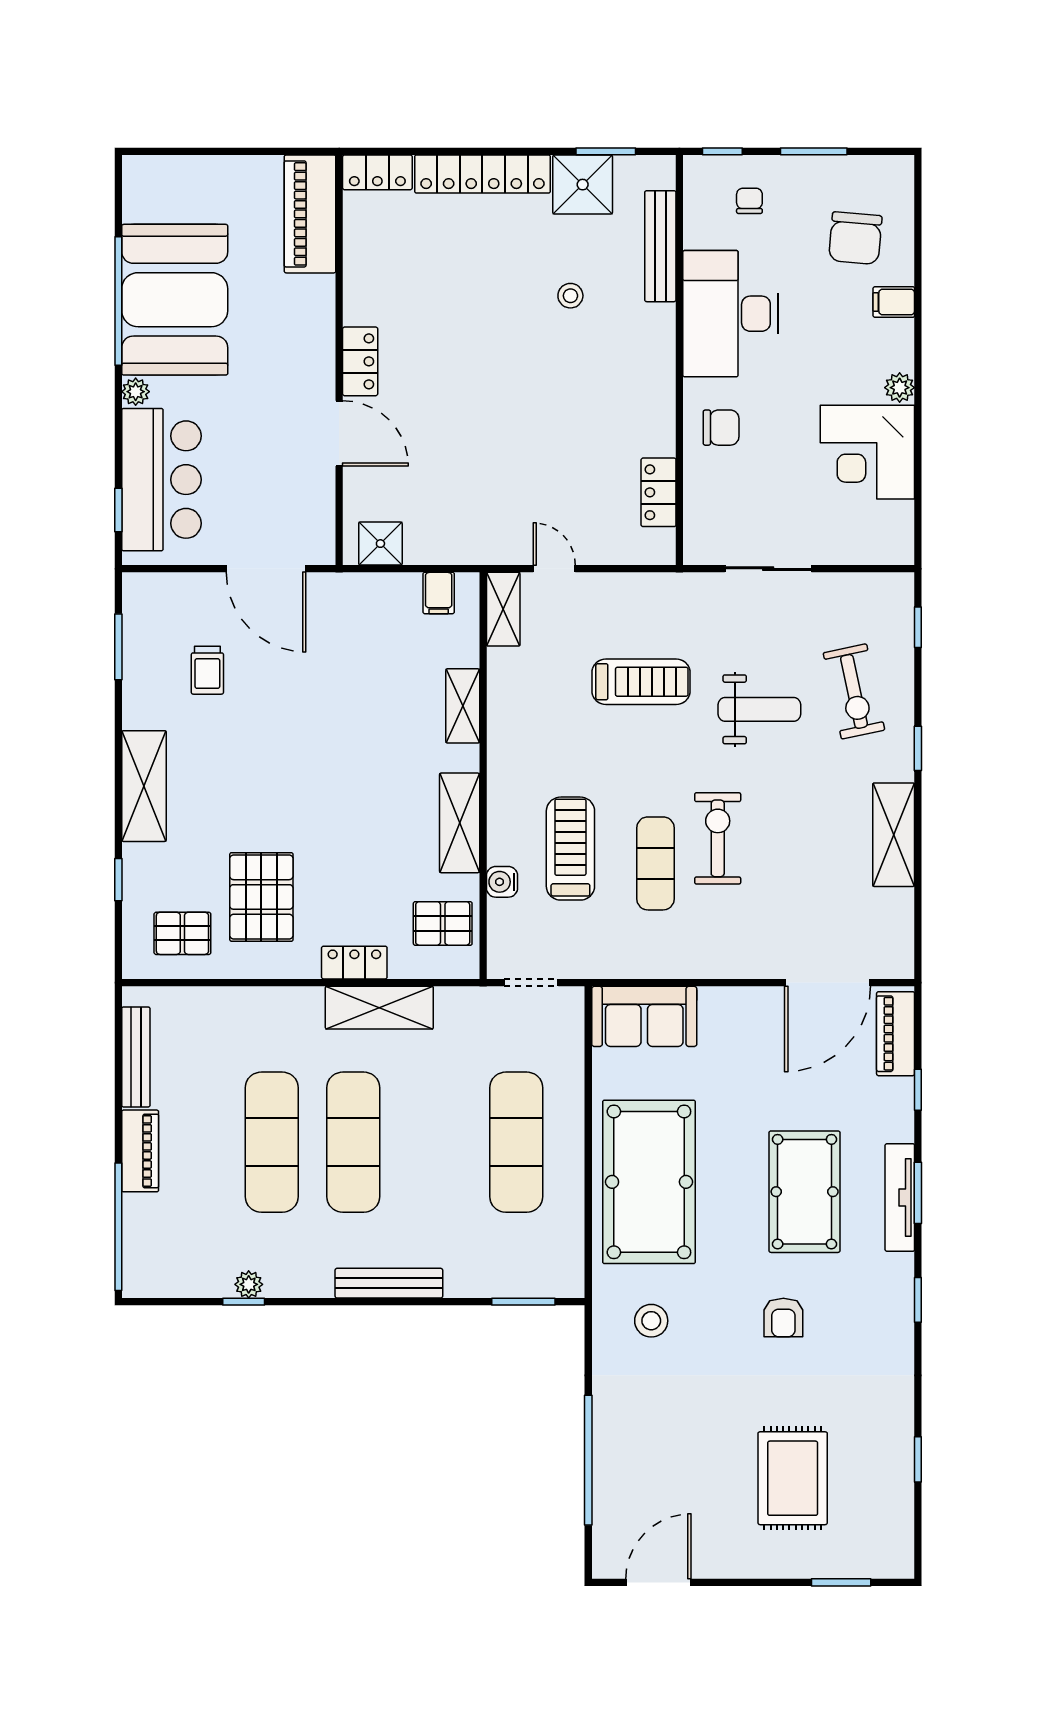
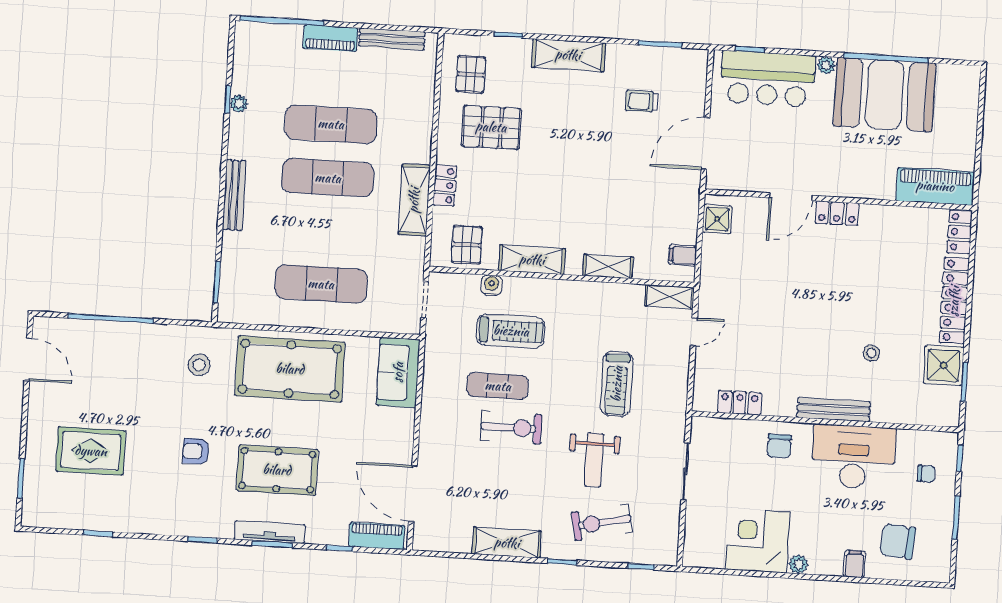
bench: (660, 246) -> (834, 410), moved

